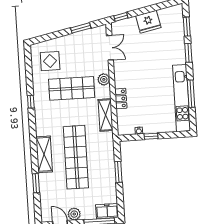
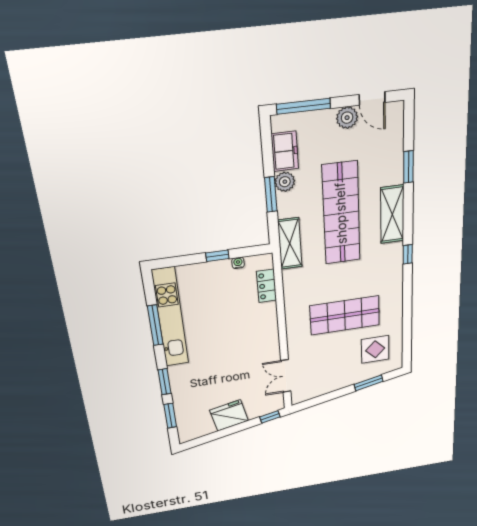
window: (81, 28) -> (369, 383), moved
plant: (104, 79) -> (285, 182), moved
locker: (121, 99) -> (266, 286), moved
window: (31, 102) -> (408, 254), moved
shelving: (106, 115) -> (290, 243), moved
freezer: (107, 211) -> (285, 151), moved, turned -90

